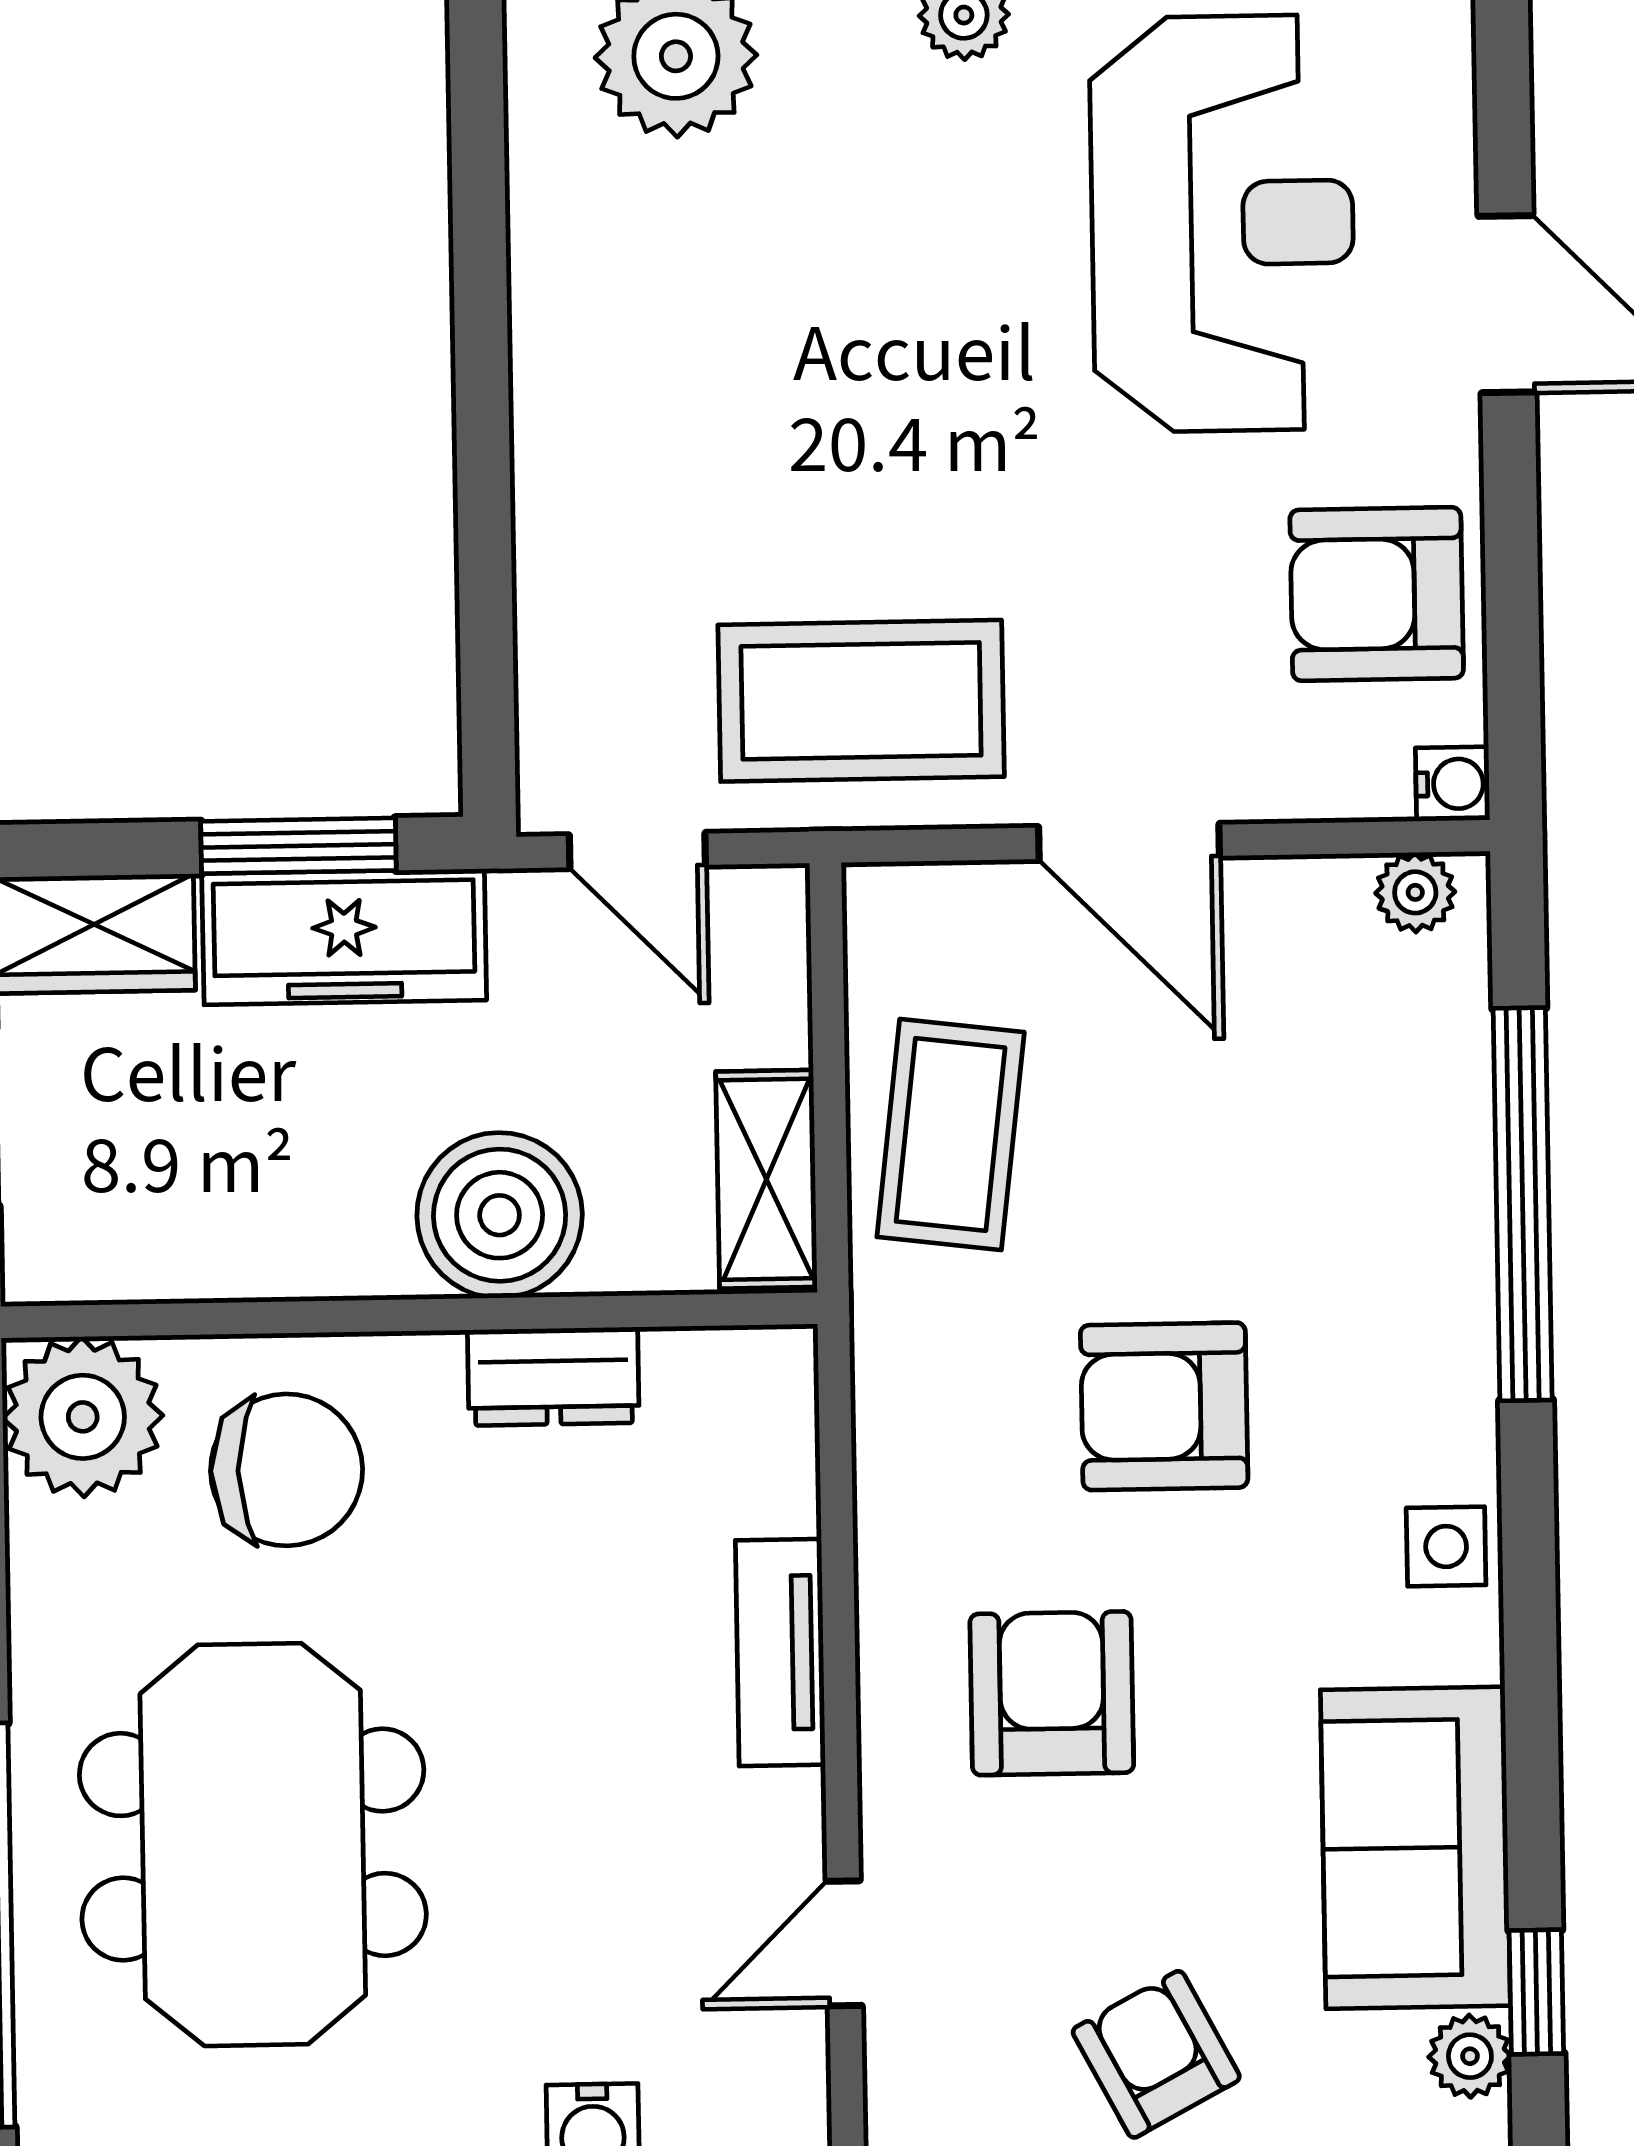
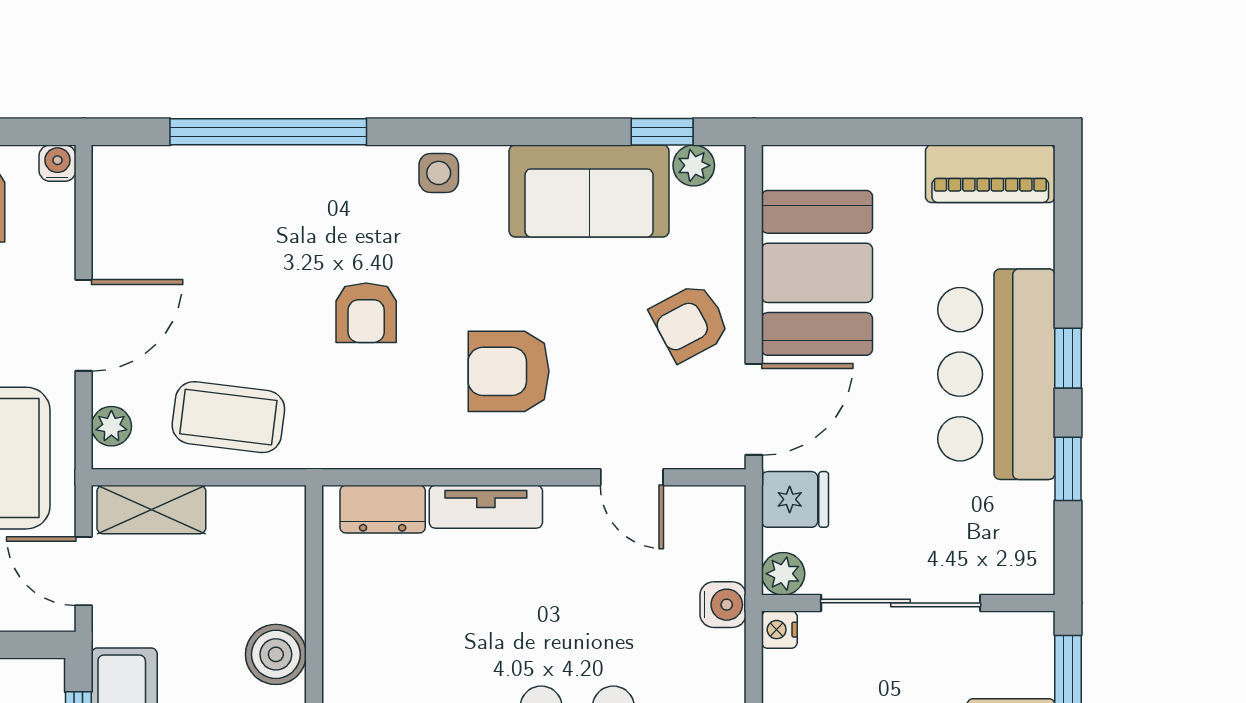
door: (637, 850) -> (84, 571), swing flipped
plant: (1415, 892) -> (111, 426), moved
shelving: (766, 1179) -> (151, 510), moved
boiler: (500, 1215) -> (276, 654), width x0.73, depth x0.73
dresser: (553, 1376) -> (383, 509), moved, turned 90
armchair: (1164, 1406) -> (366, 313), width x0.72, depth x0.72

